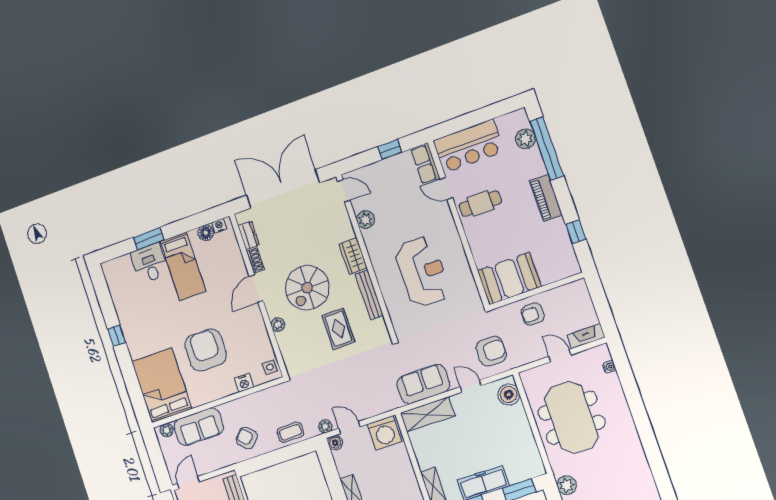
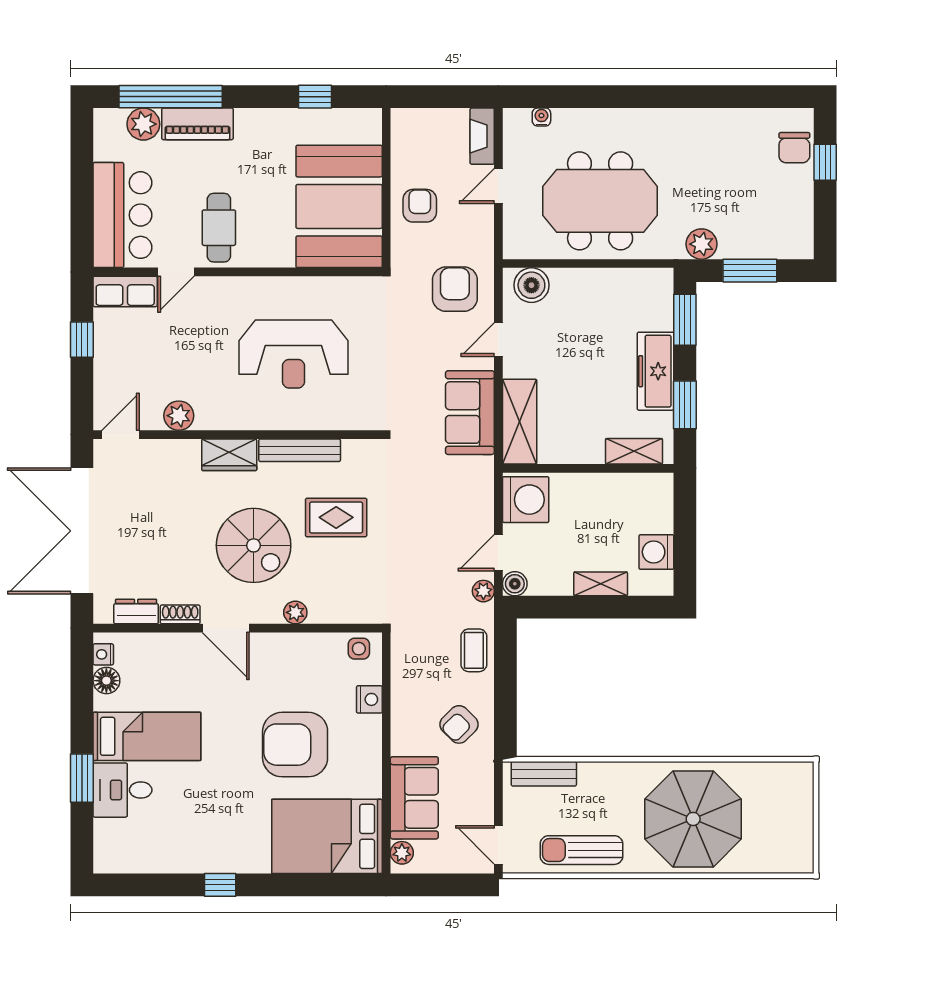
piano: (546, 198) -> (197, 124), moved
reception desk: (422, 272) -> (293, 354), turned 180
booth: (509, 279) -> (339, 206), width x1.36, depth x1.42
armchair: (533, 314) -> (420, 206), turned 180

